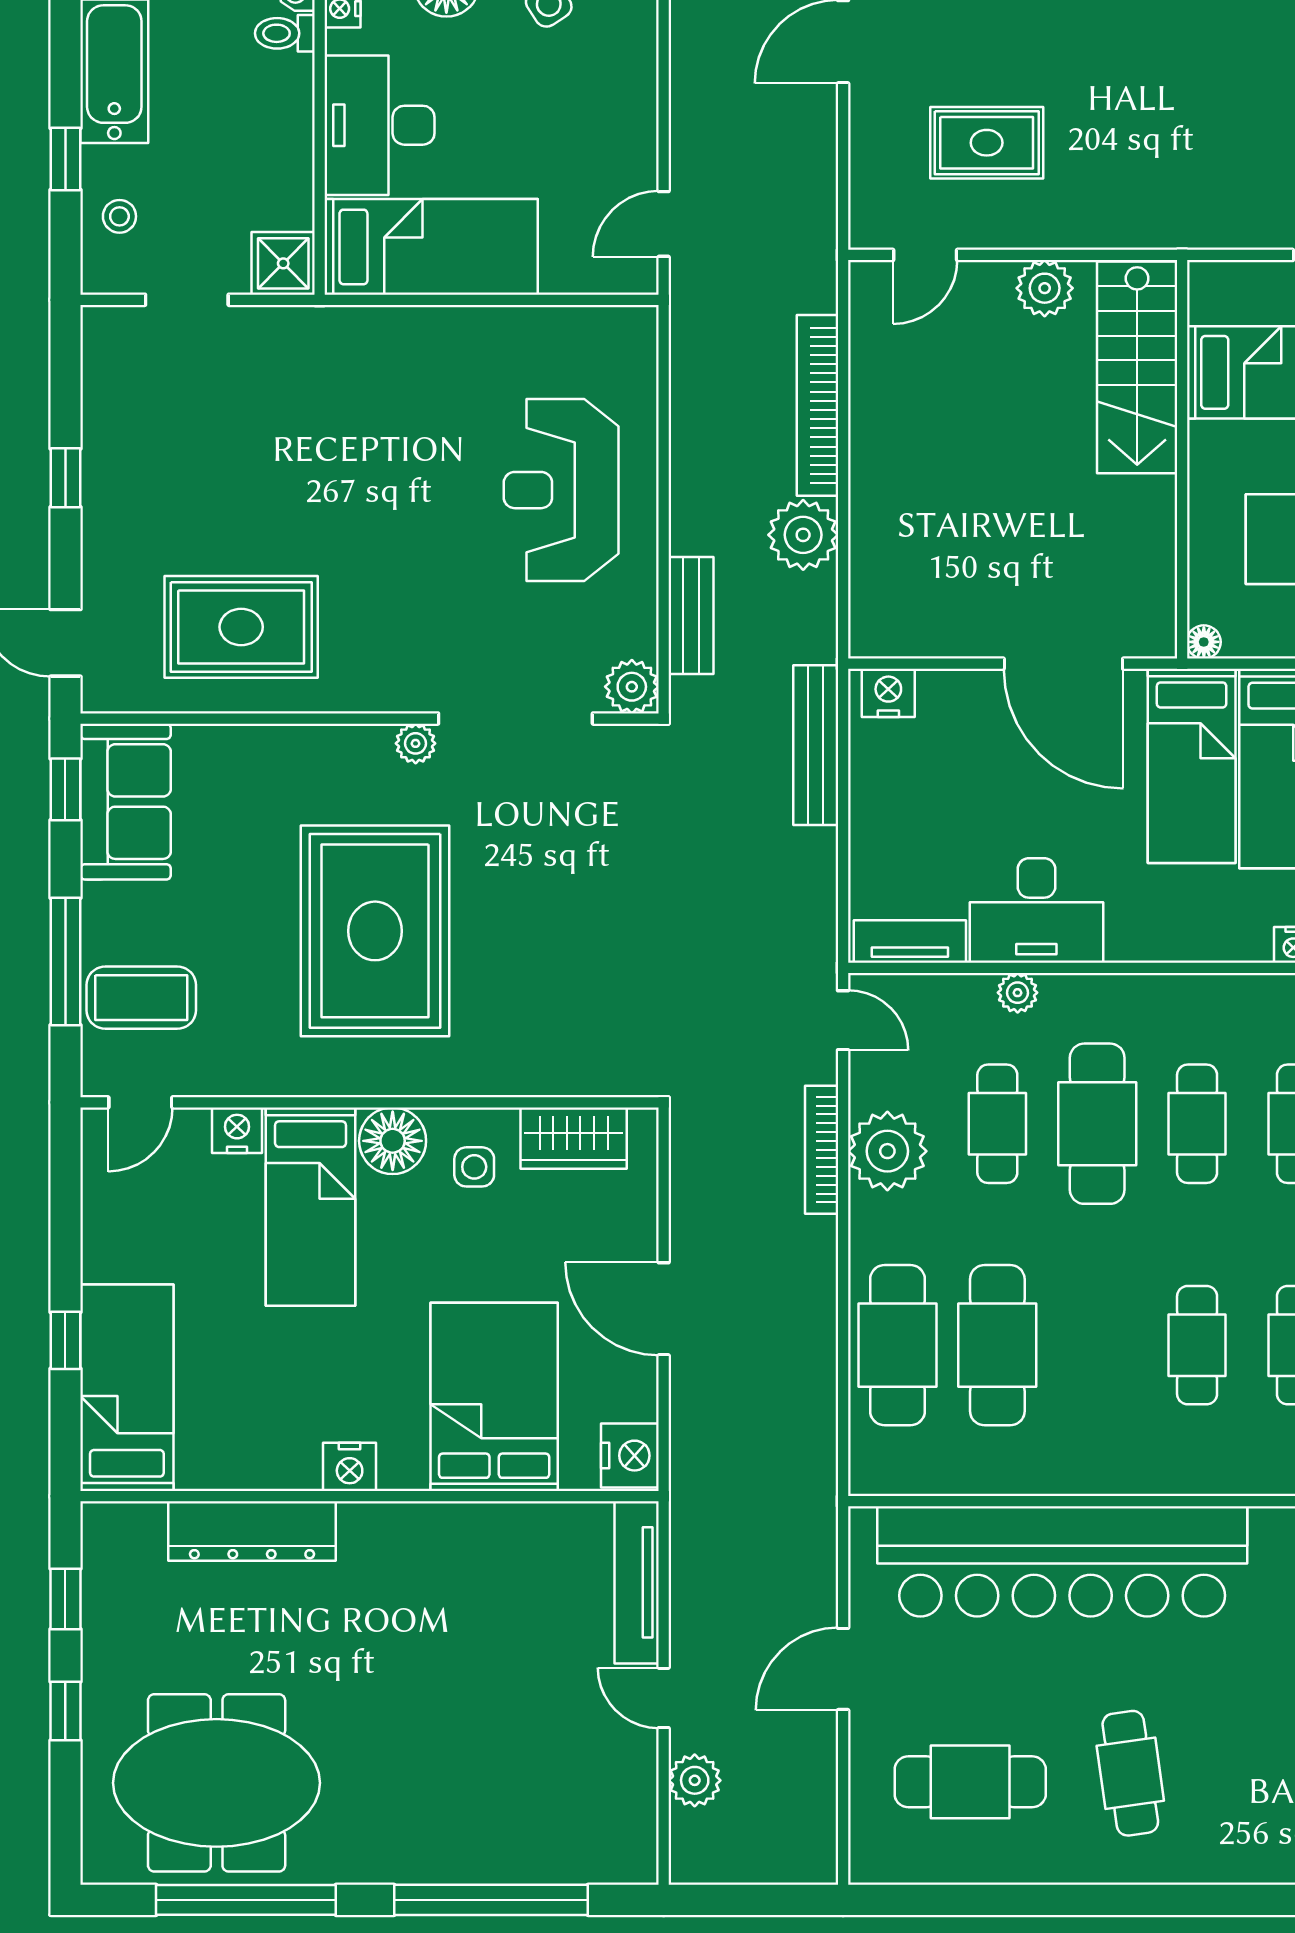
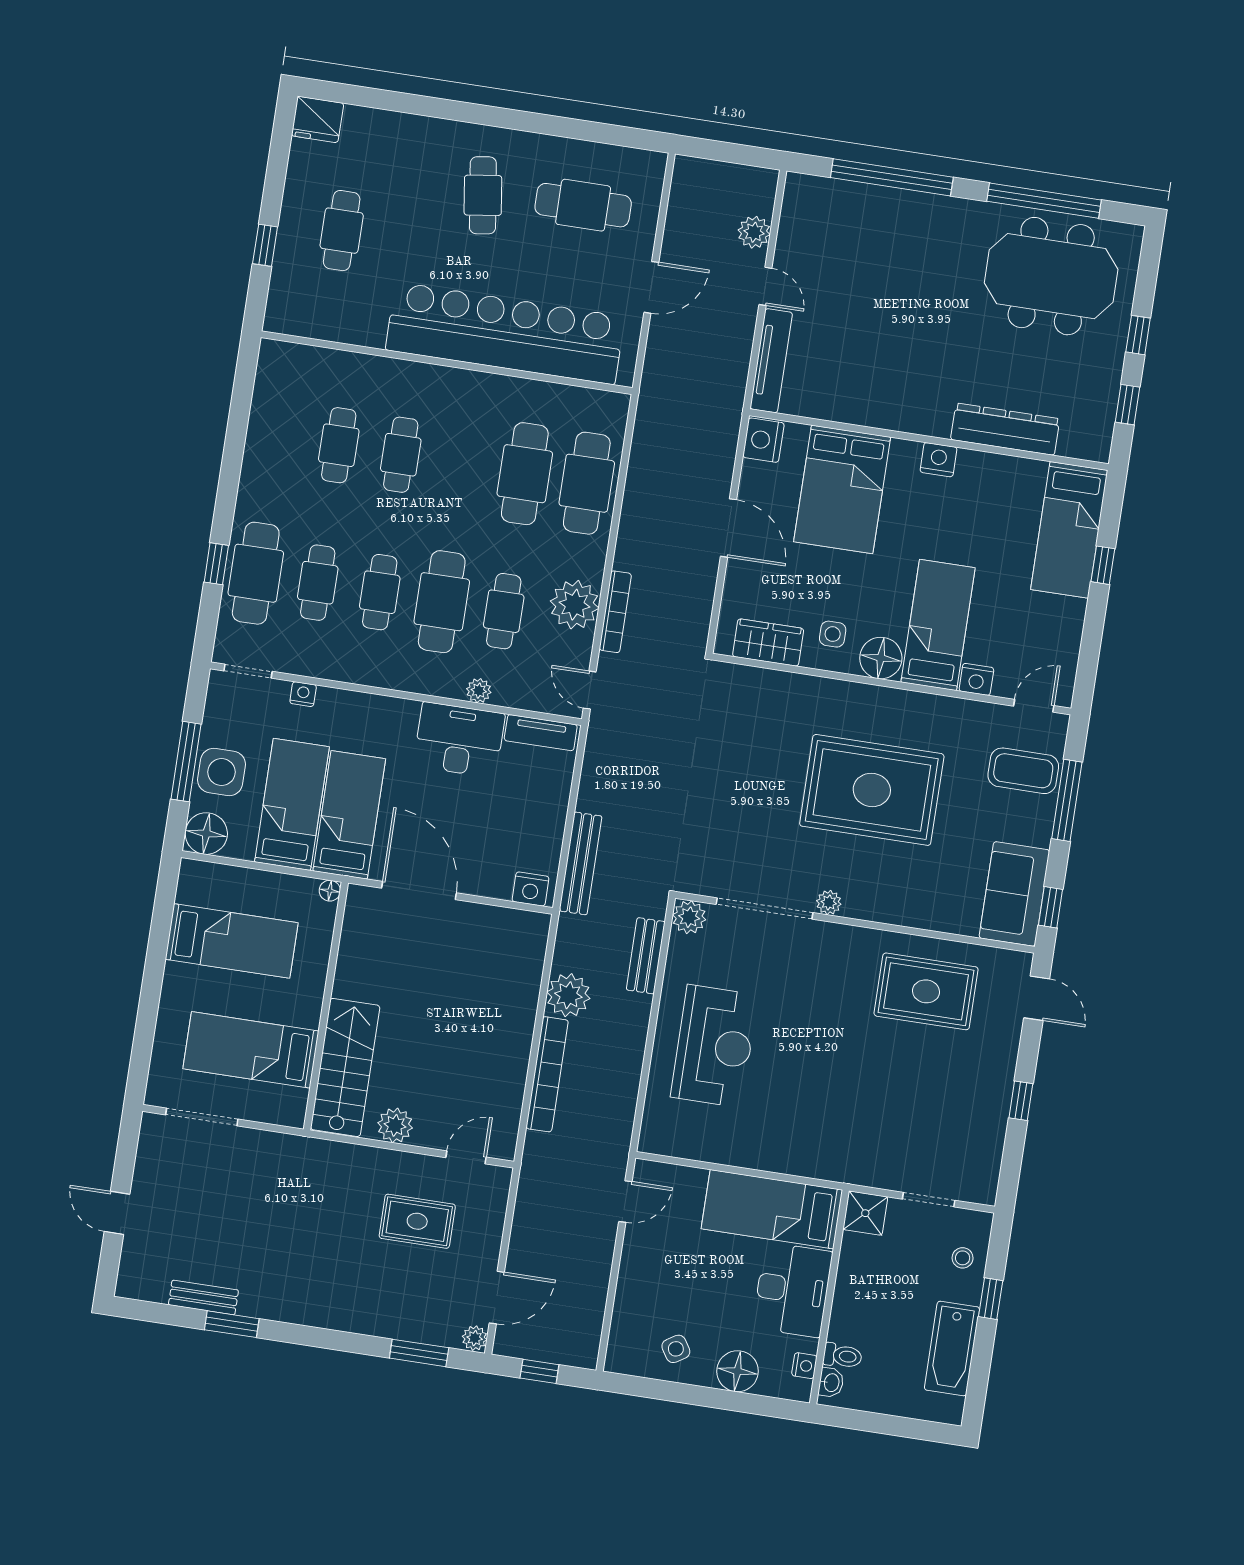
rug: (375, 931) -> (872, 790), turned 90

